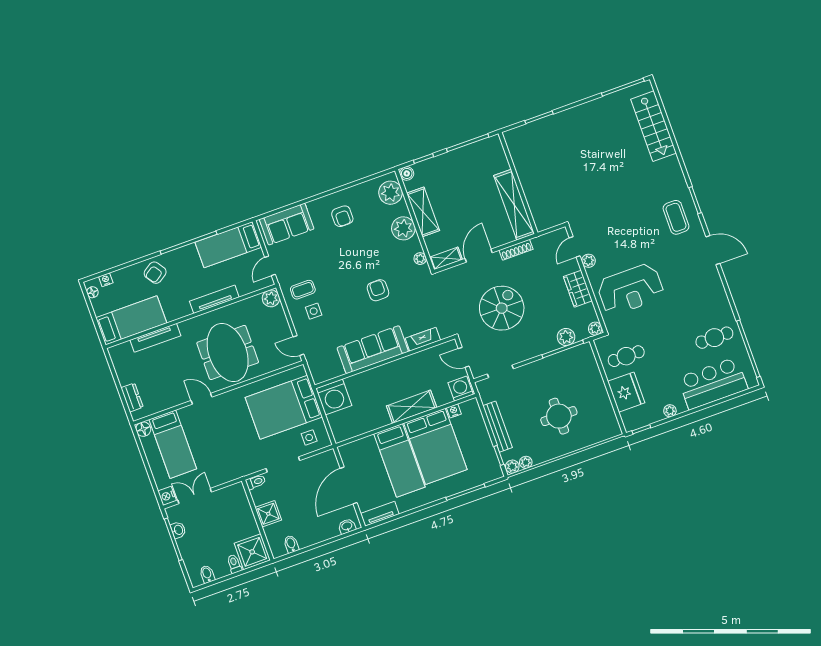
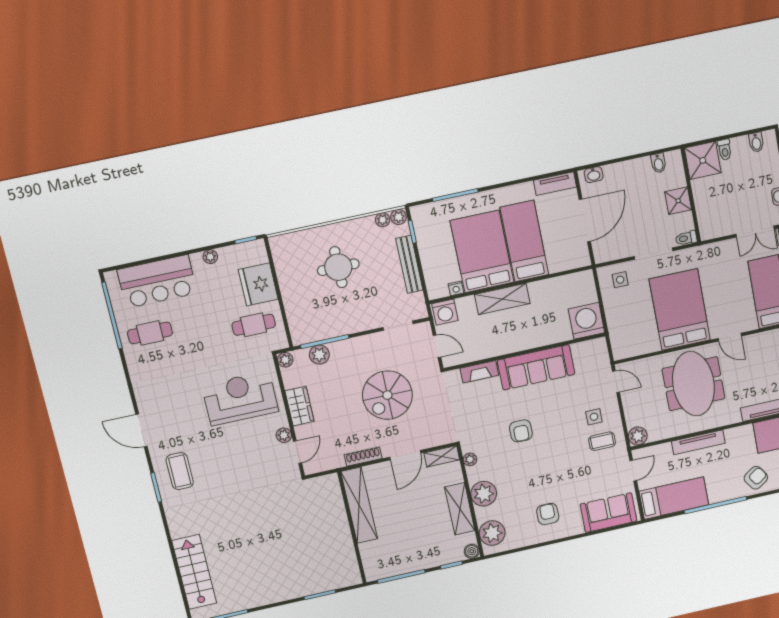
bed: (284, 407) -> (680, 310), moved, turned -90

